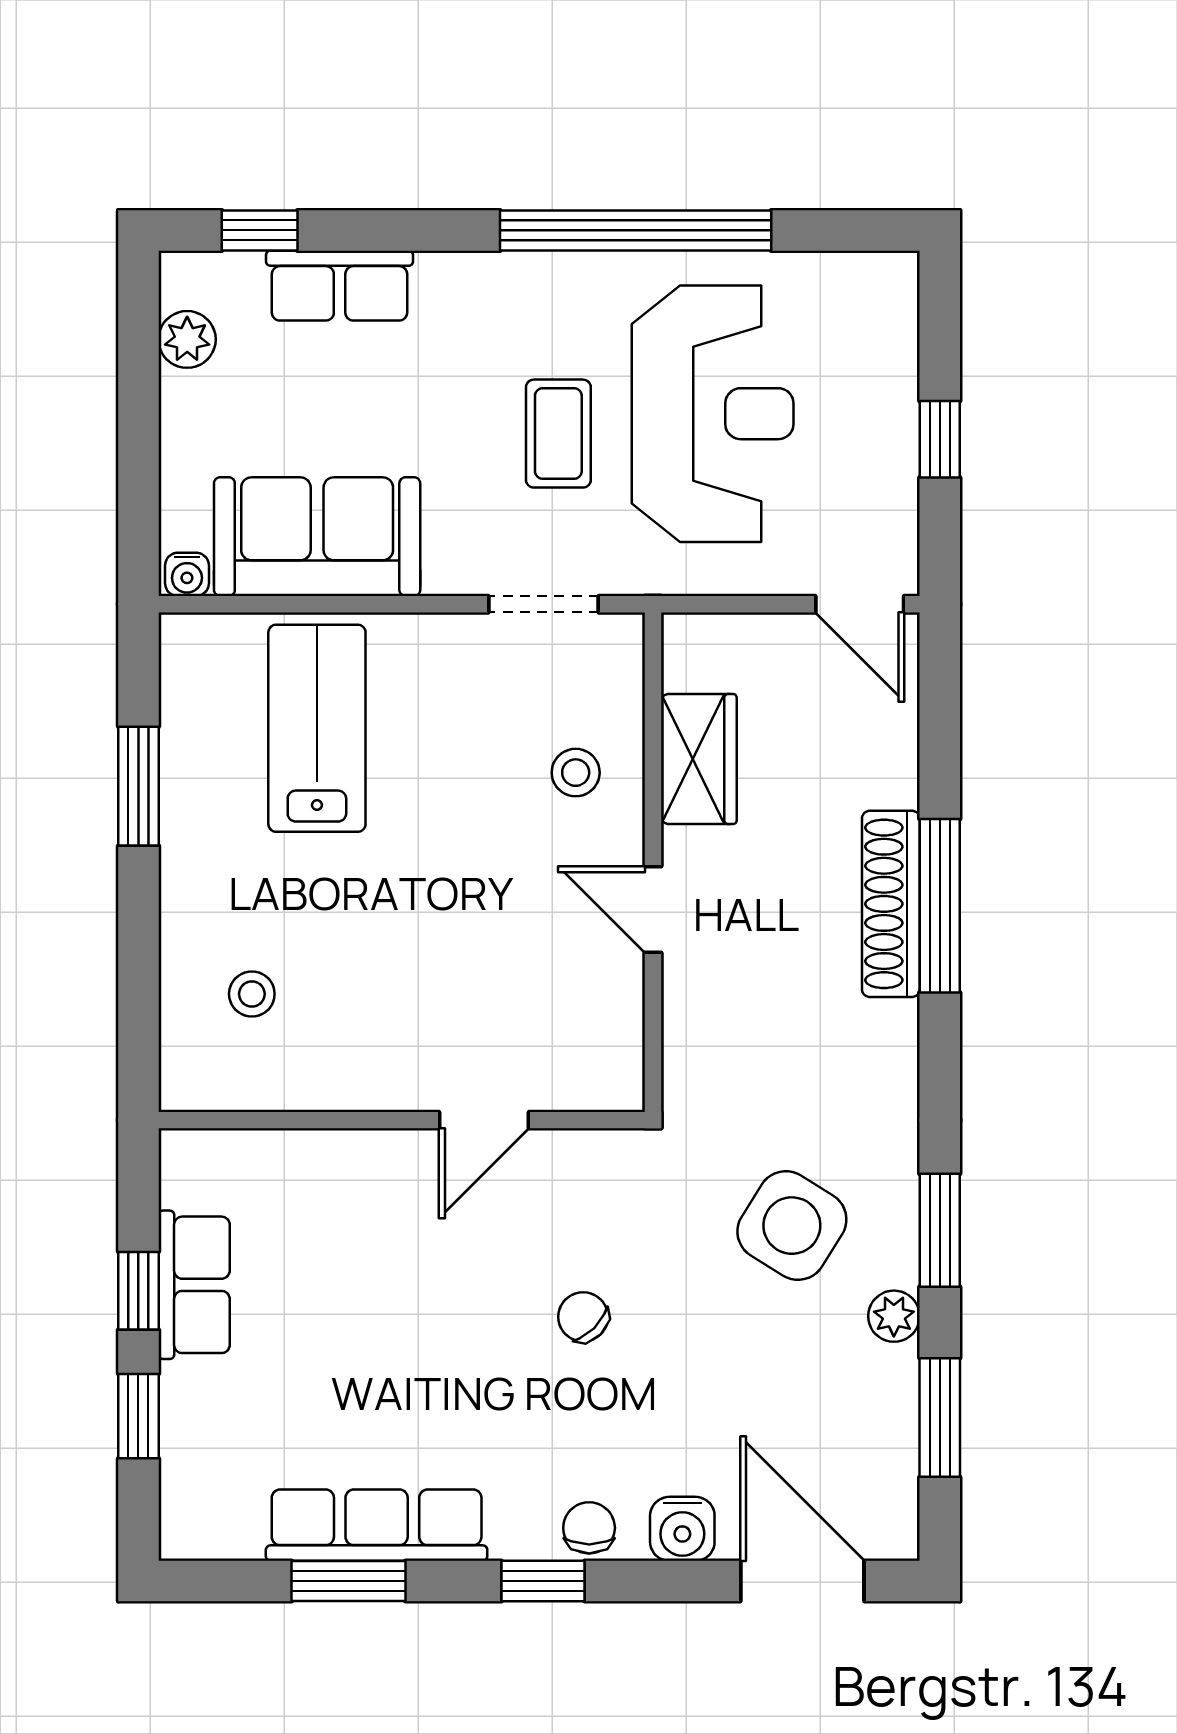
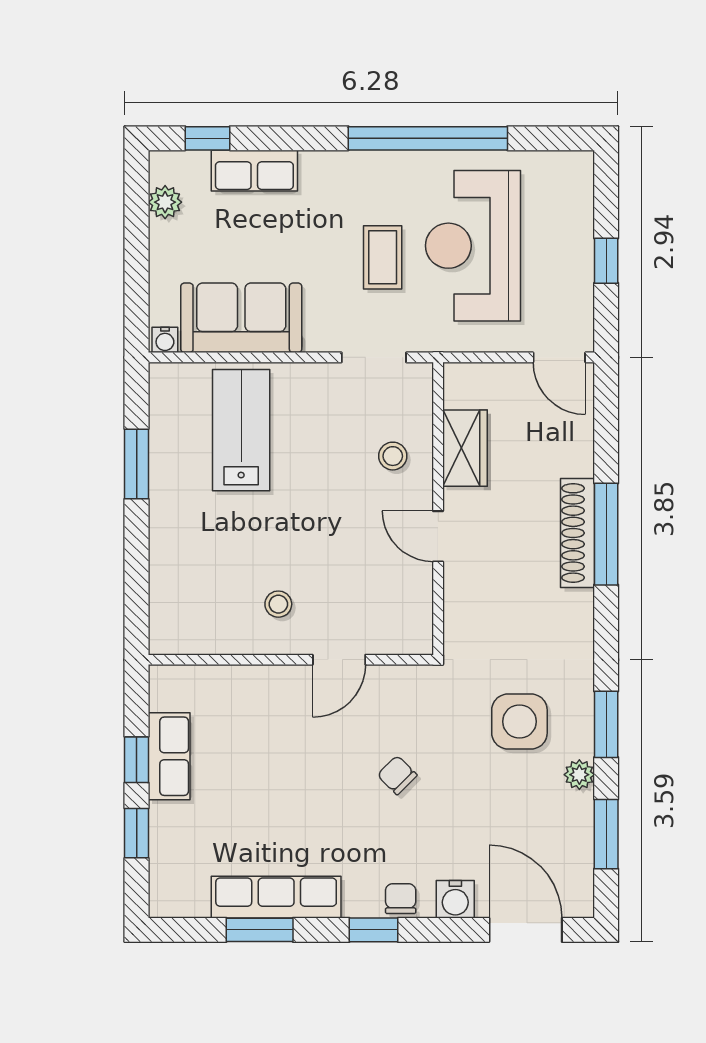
reception desk: (713, 414) -> (473, 246), turned 180
stool: (252, 994) -> (278, 604), moved
side table: (792, 1226) -> (519, 722), turned -32

